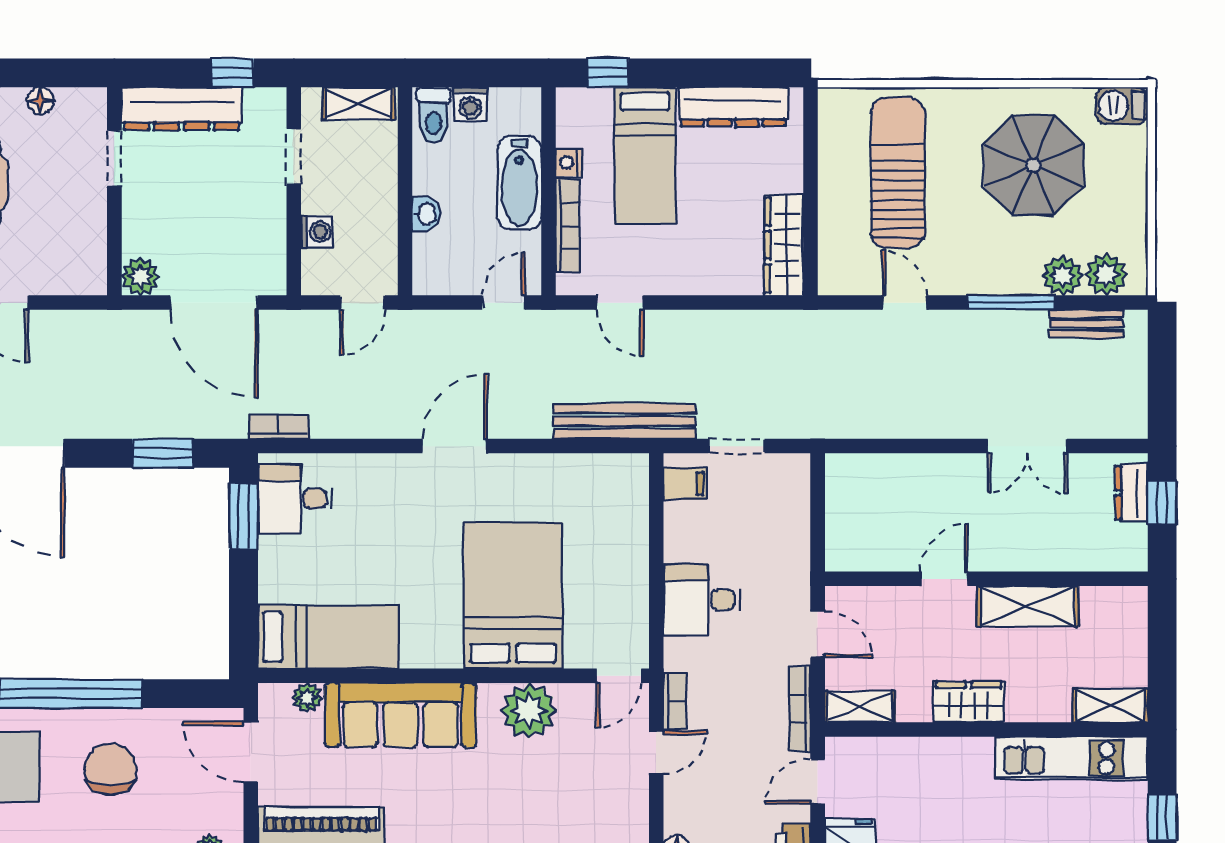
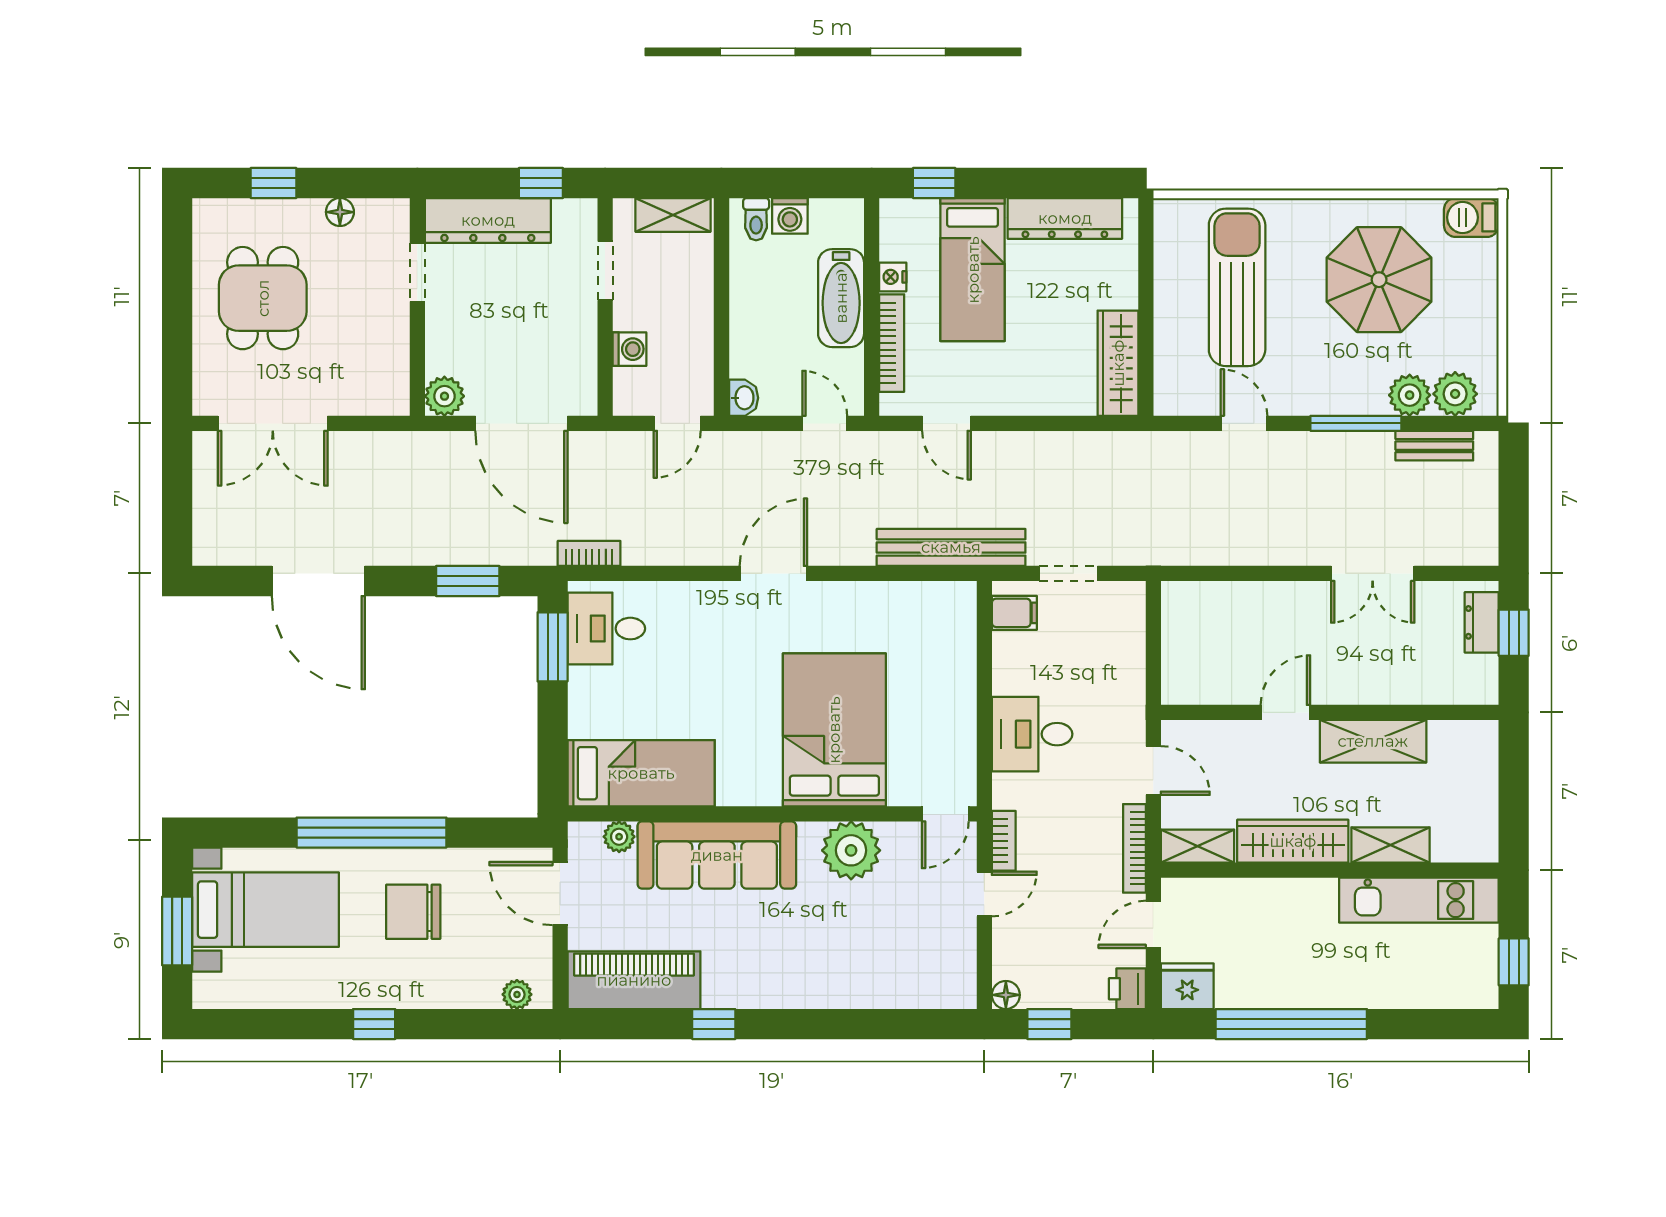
toilet: (433, 115) -> (756, 219), width x0.73, depth x0.72
washbasin: (426, 214) -> (744, 398), moved
door: (504, 303) -> (825, 423), hinge flipped
wardrobe: (969, 702) -> (1293, 841), width x1.50
shelving: (1110, 705) -> (1391, 845), moved
chair: (110, 769) -> (413, 912), turned -90

